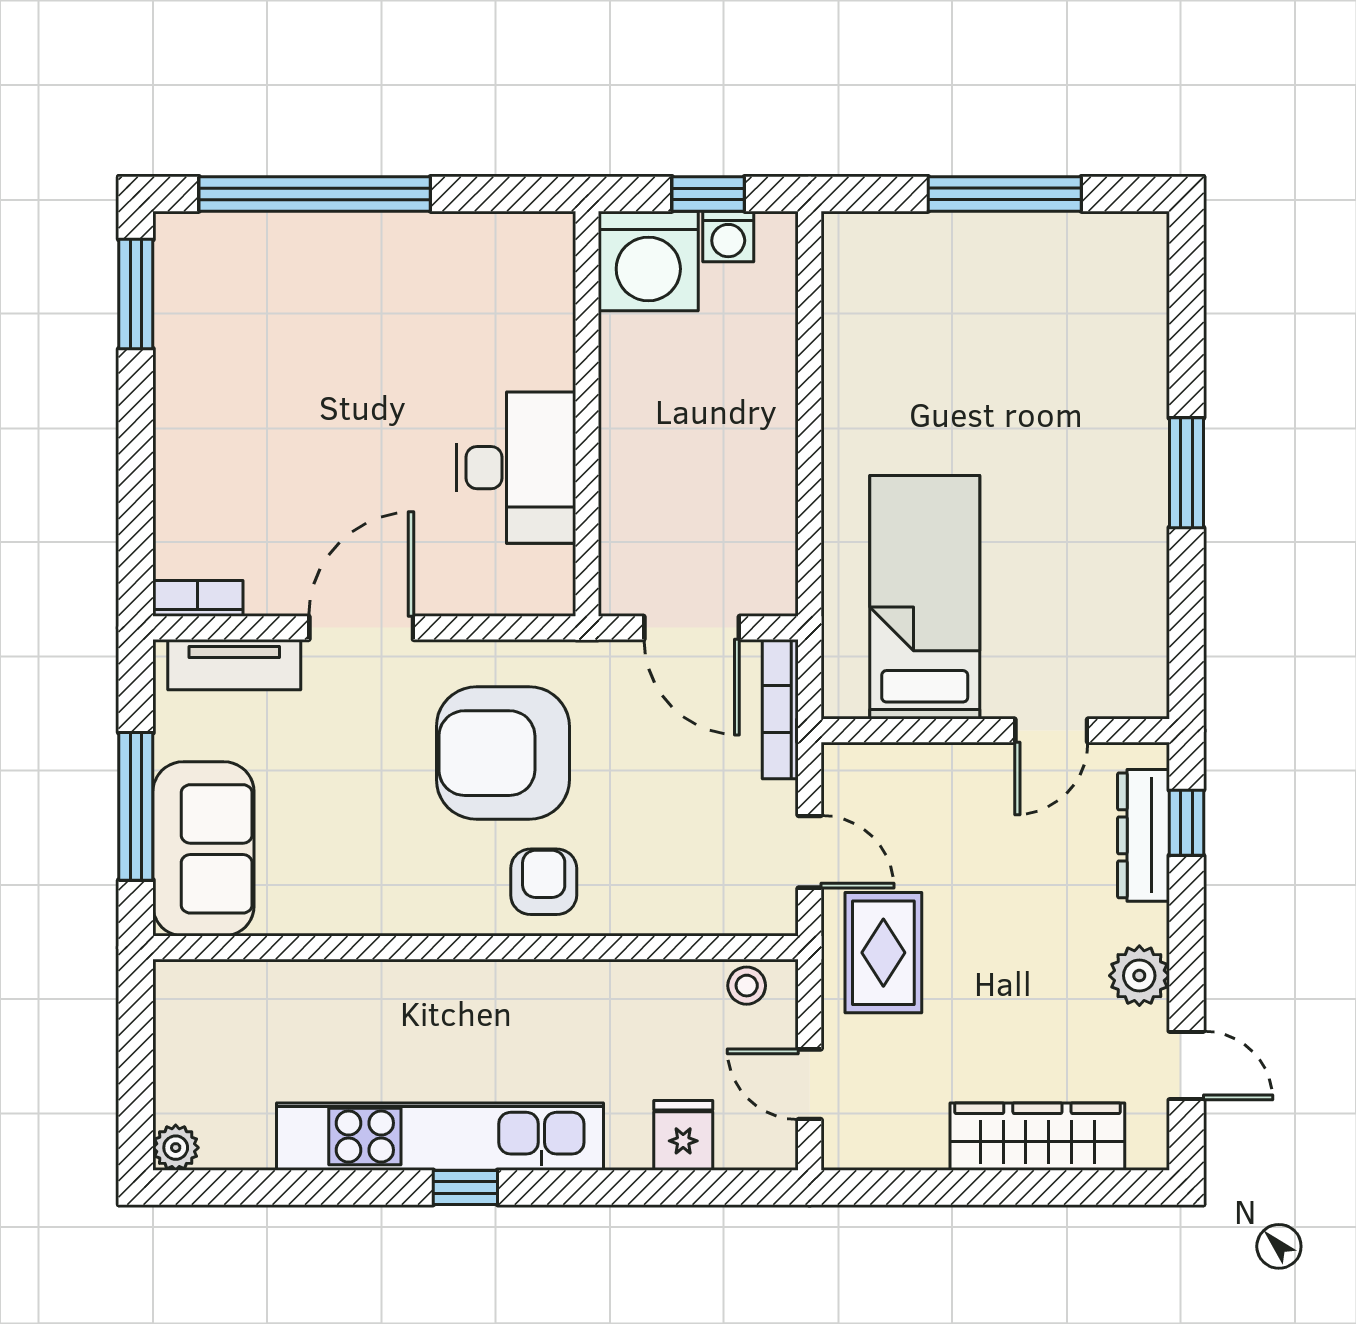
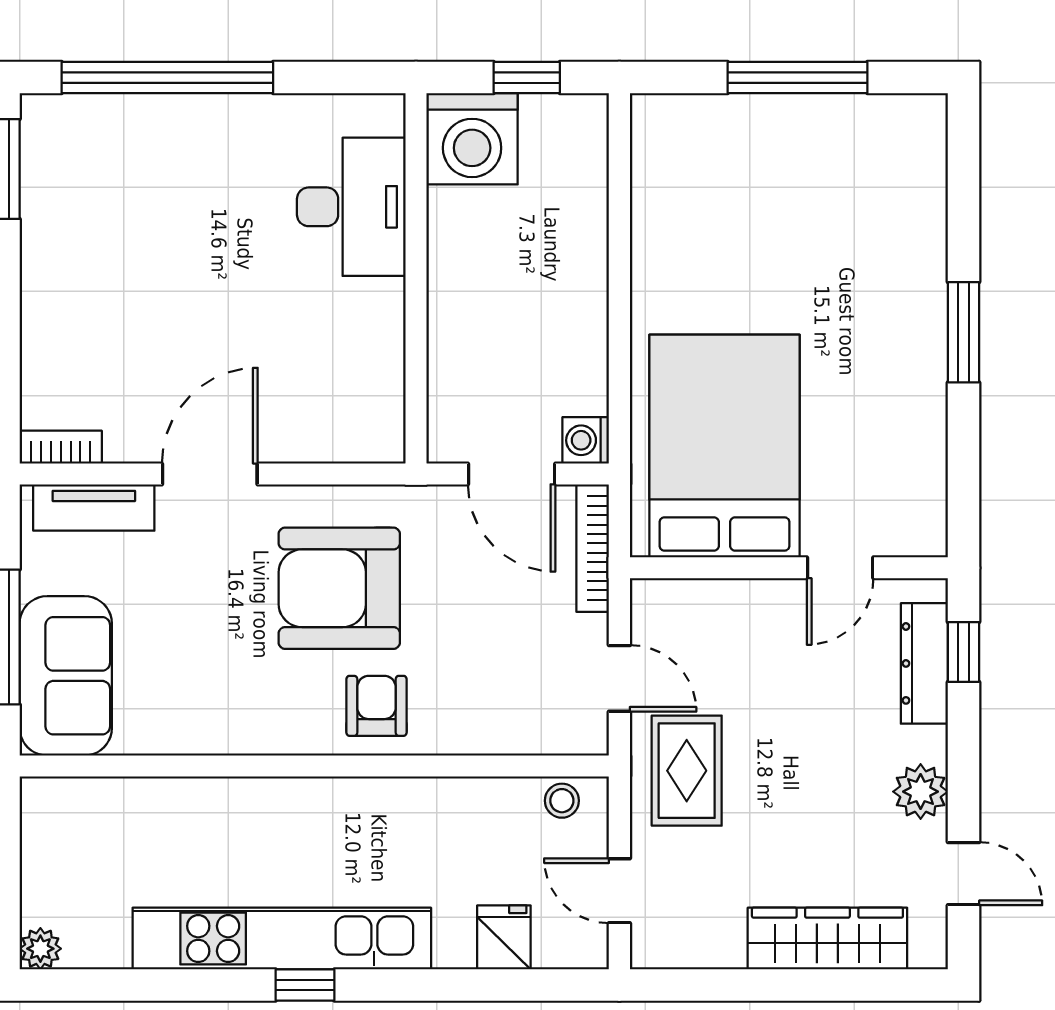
washing machine: (728, 236) -> (586, 440), moved, turned 90
desk: (516, 468) -> (351, 207), moved
bed: (925, 597) -> (724, 446), width x1.50

